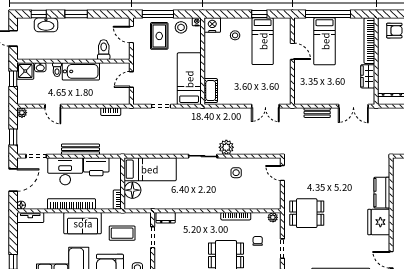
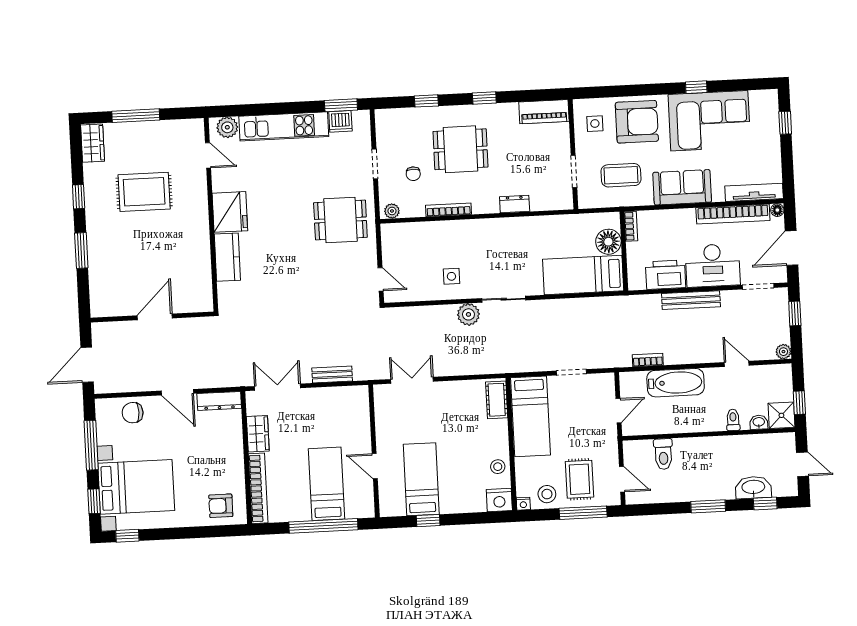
stool: (235, 35) -> (498, 467), moved
bathtub: (81, 71) -> (676, 383), moved, turned 180
bookcase: (72, 204) -> (733, 214), moved
tv unit: (30, 218) -> (754, 192), width x1.41
dresser: (166, 218) -> (515, 204), moved

